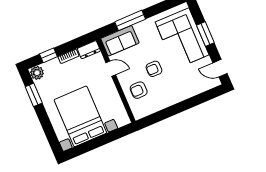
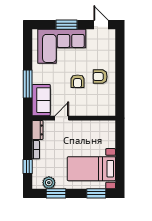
door: (220, 68) -> (101, 25), swing flipped
plant: (37, 73) -> (49, 183), moved
armchair: (139, 90) -> (100, 77), moved, turned 90
bed with nightstands: (80, 116) -> (91, 169), width x0.73
window: (51, 135) -> (96, 193), added

